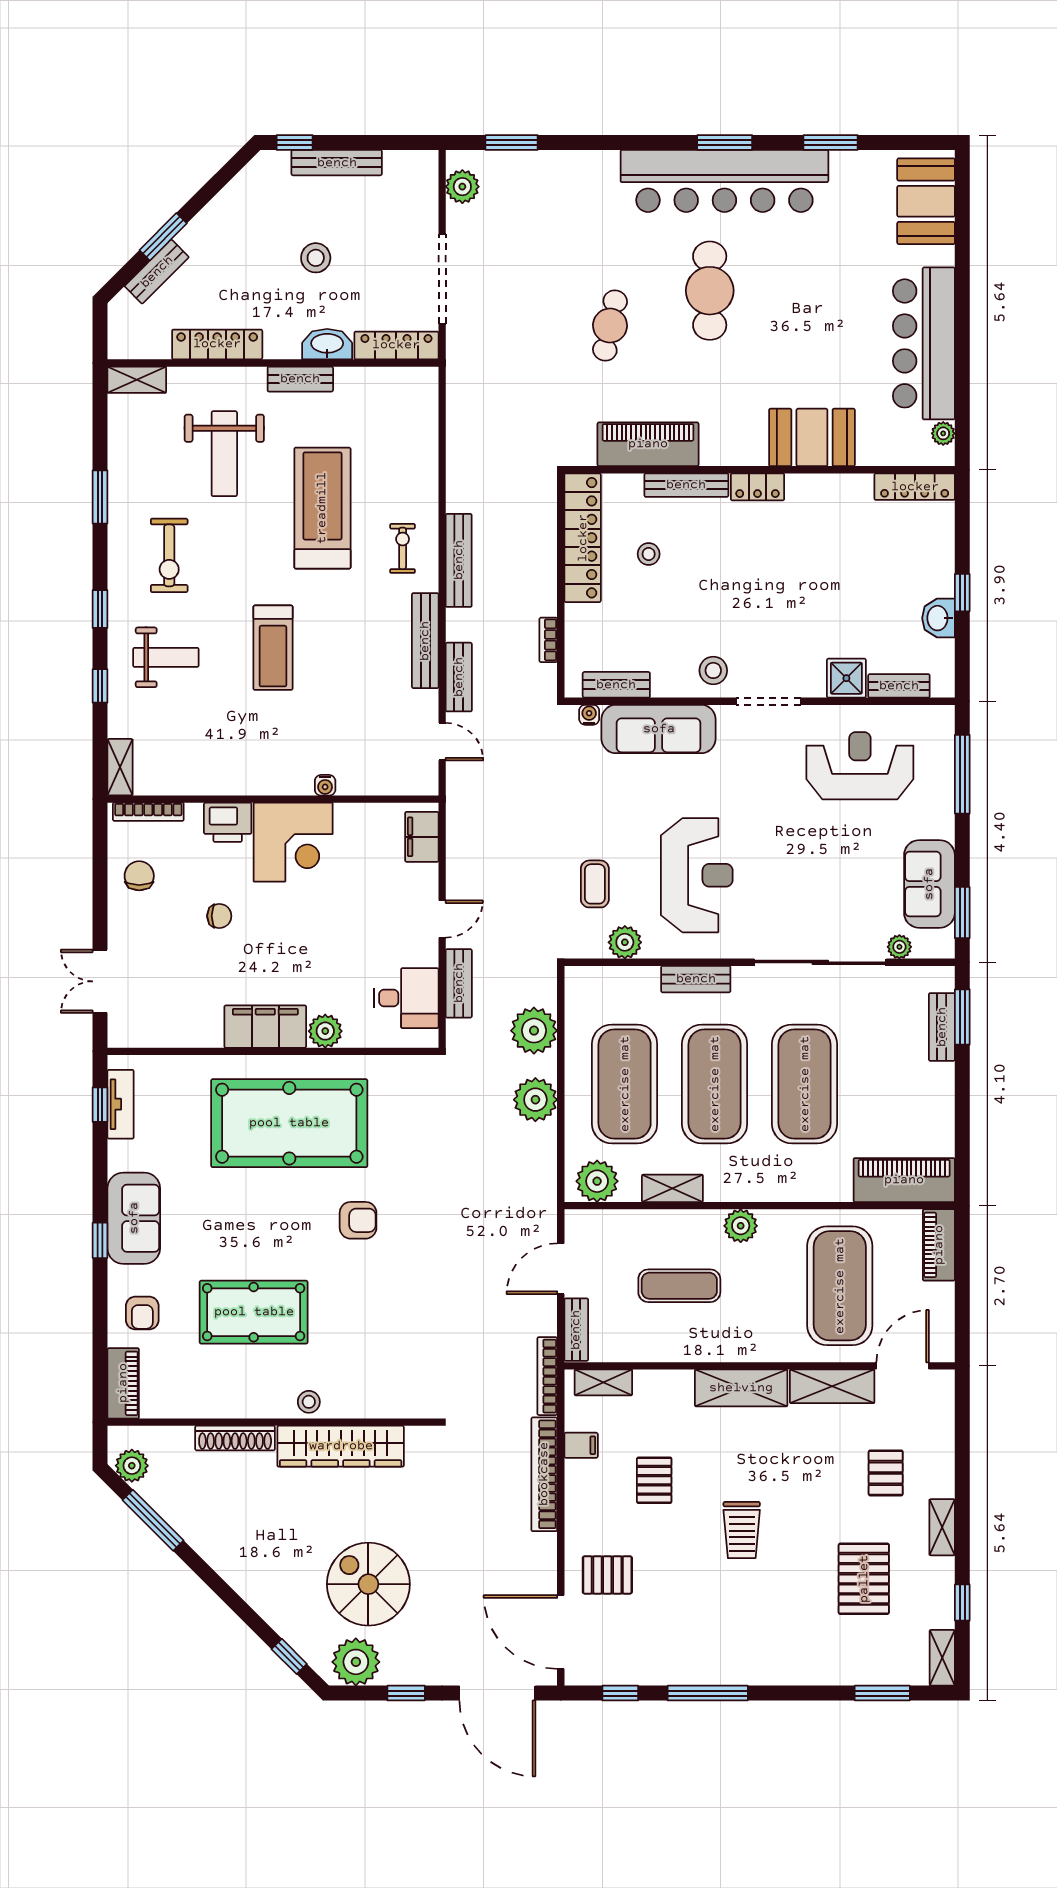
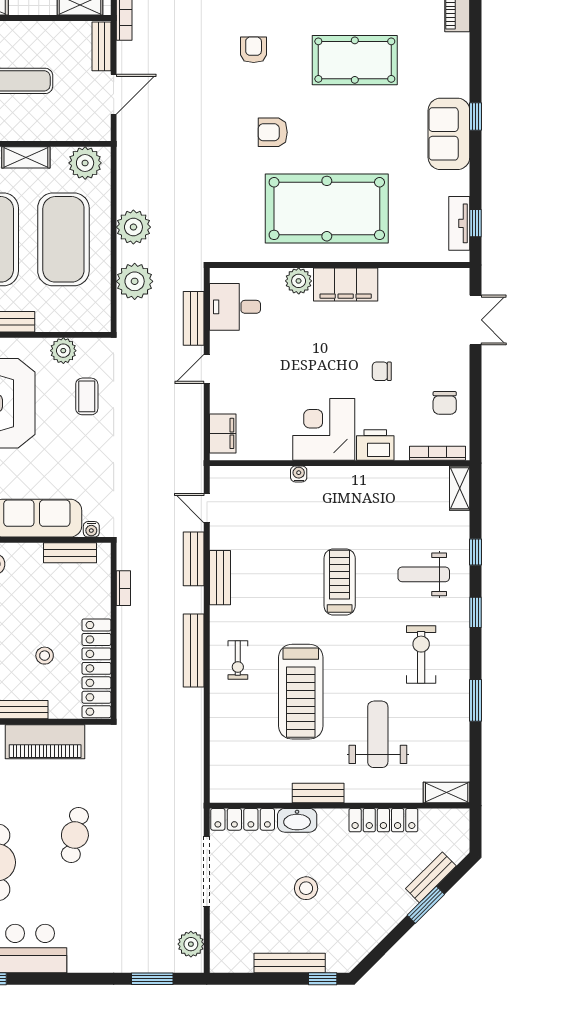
bench: (425, 641) -> (220, 578), width x0.73
armchair: (142, 1313) -> (254, 50), moved

